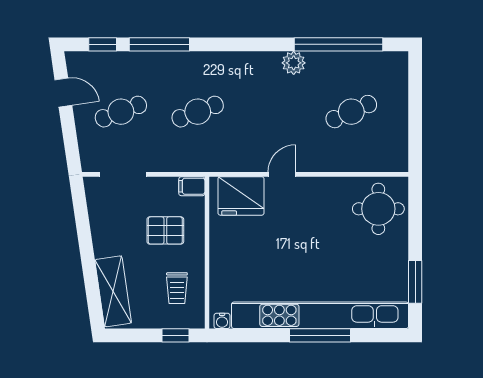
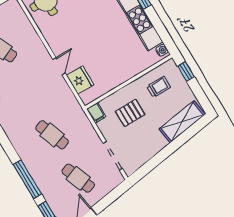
door: (282, 174) -> (59, 66), swing flipped
fridge: (241, 196) -> (80, 80), width x0.73, depth x0.75
pallet: (165, 230) -> (130, 113), turned 90

